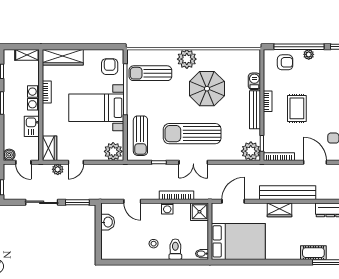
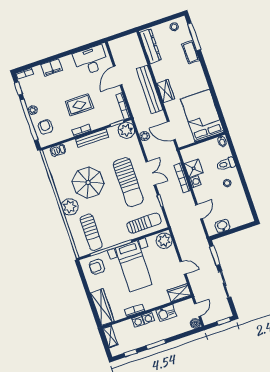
barbecue: (254, 81) -> (58, 150), moved
plant: (58, 169) -> (145, 136), moved
shower: (199, 212) -> (194, 168), moved

